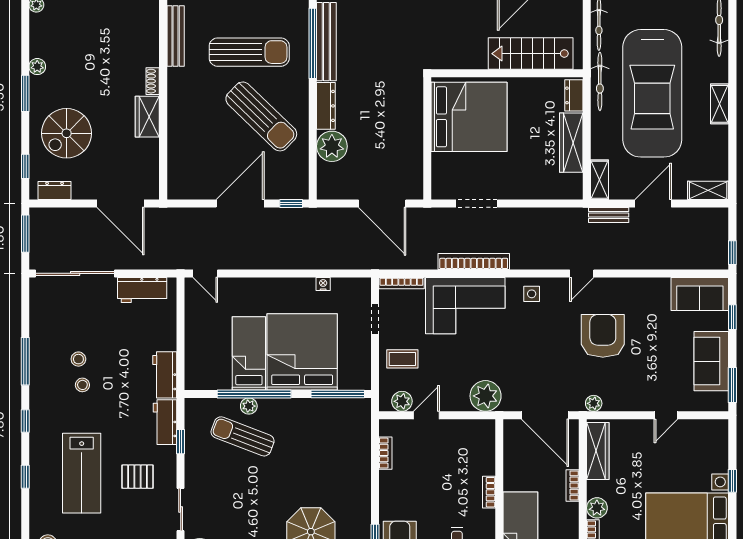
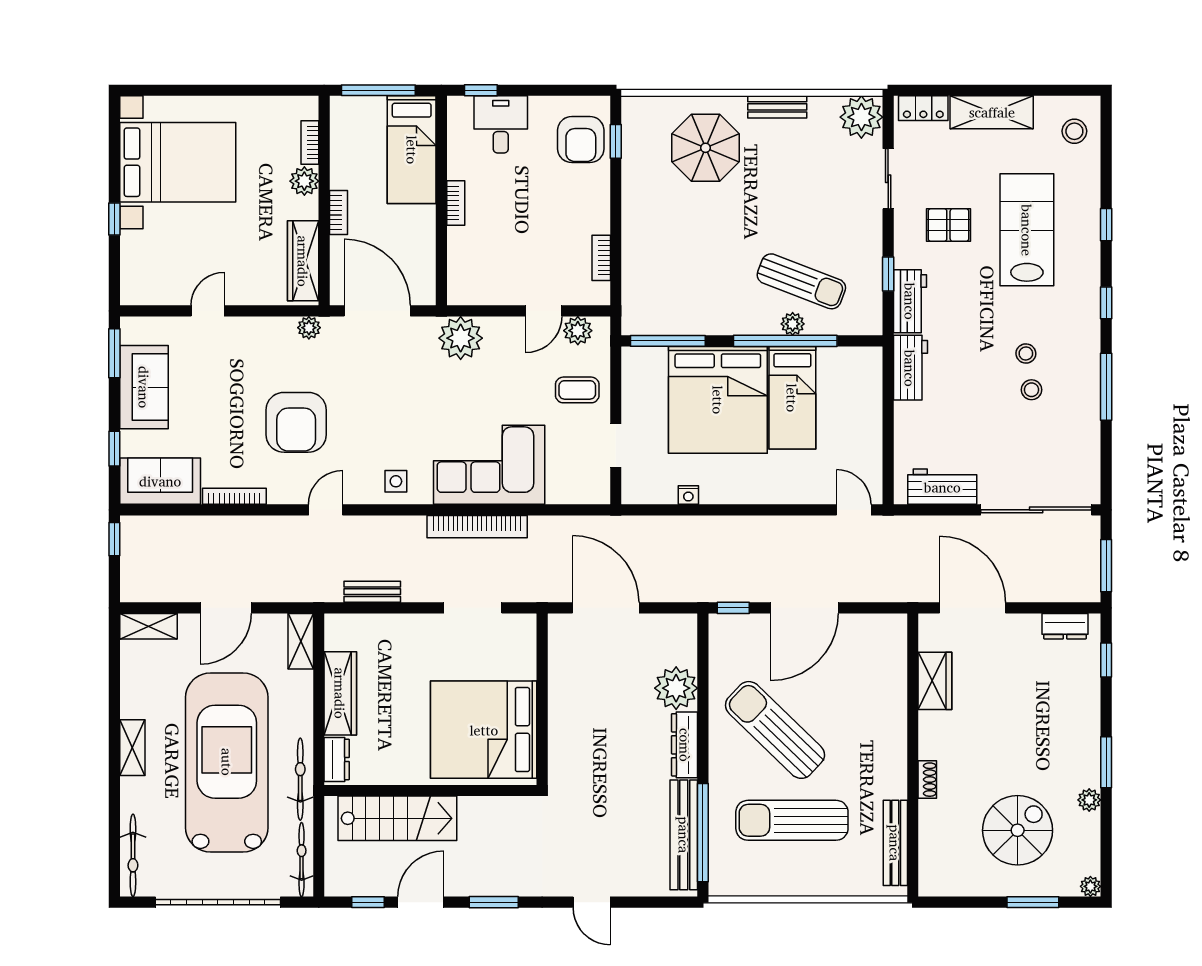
wardrobe: (147, 117) -> (935, 681), moved
spiral stairs: (67, 133) -> (1018, 830), moved
bench: (609, 215) -> (372, 592), moved
bookcase: (401, 283) -> (234, 496), moved

